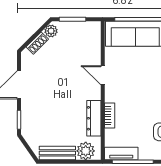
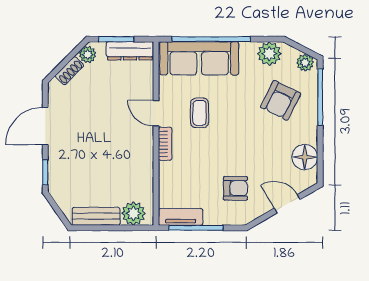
coffee table: (136, 75) -> (200, 113), added
bookcase: (110, 116) -> (165, 144), moved
dresser: (94, 118) -> (130, 51), moved, turned -90

